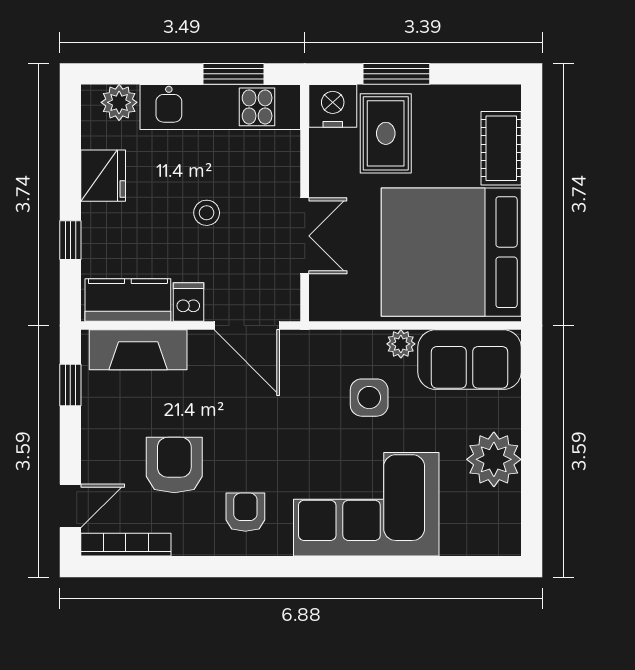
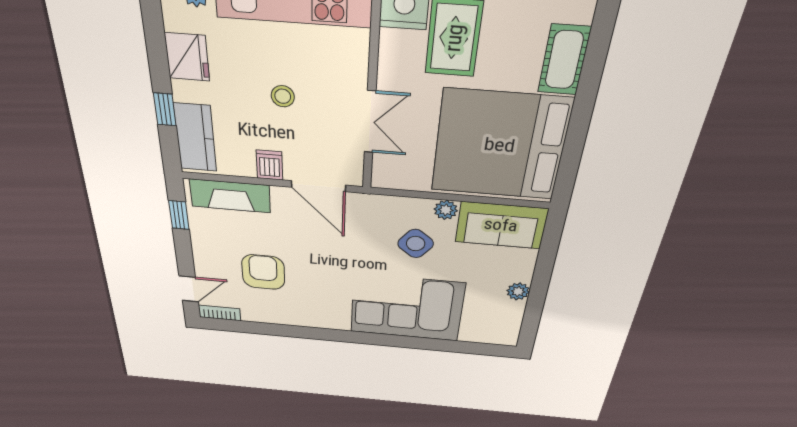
kitchen counter: (128, 300) -> (195, 138), moved, turned 90
side table: (369, 398) -> (416, 244), turned 38
plant: (494, 459) -> (518, 291), width x0.53, depth x0.53
armchair: (245, 512) -> (317, 304), removed
bookcase: (126, 545) -> (220, 313), width x0.64

